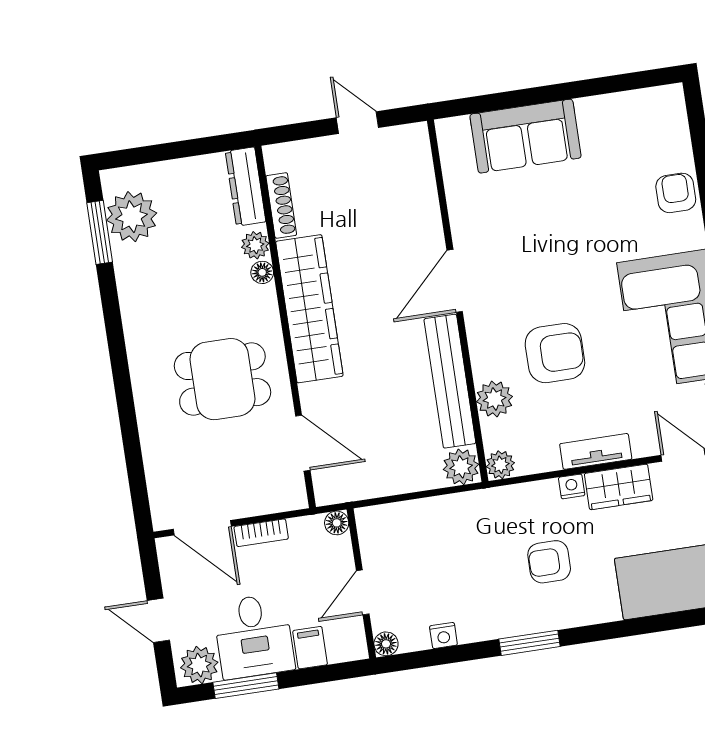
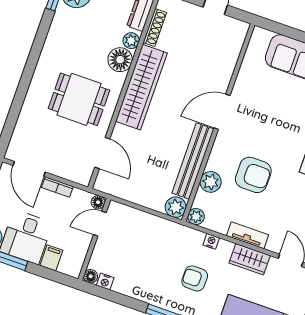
floor lamp: (262, 272) -> (120, 60), width x1.89, depth x1.89
nightstand: (572, 486) -> (211, 241), moved
door: (363, 592) -> (100, 224), moved
nightstand: (443, 635) -> (105, 282), moved

